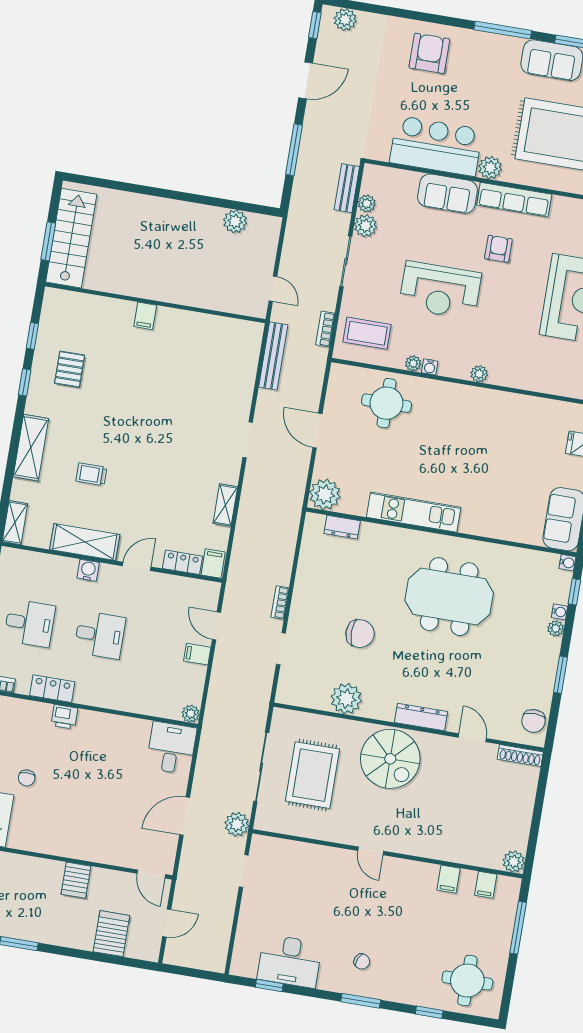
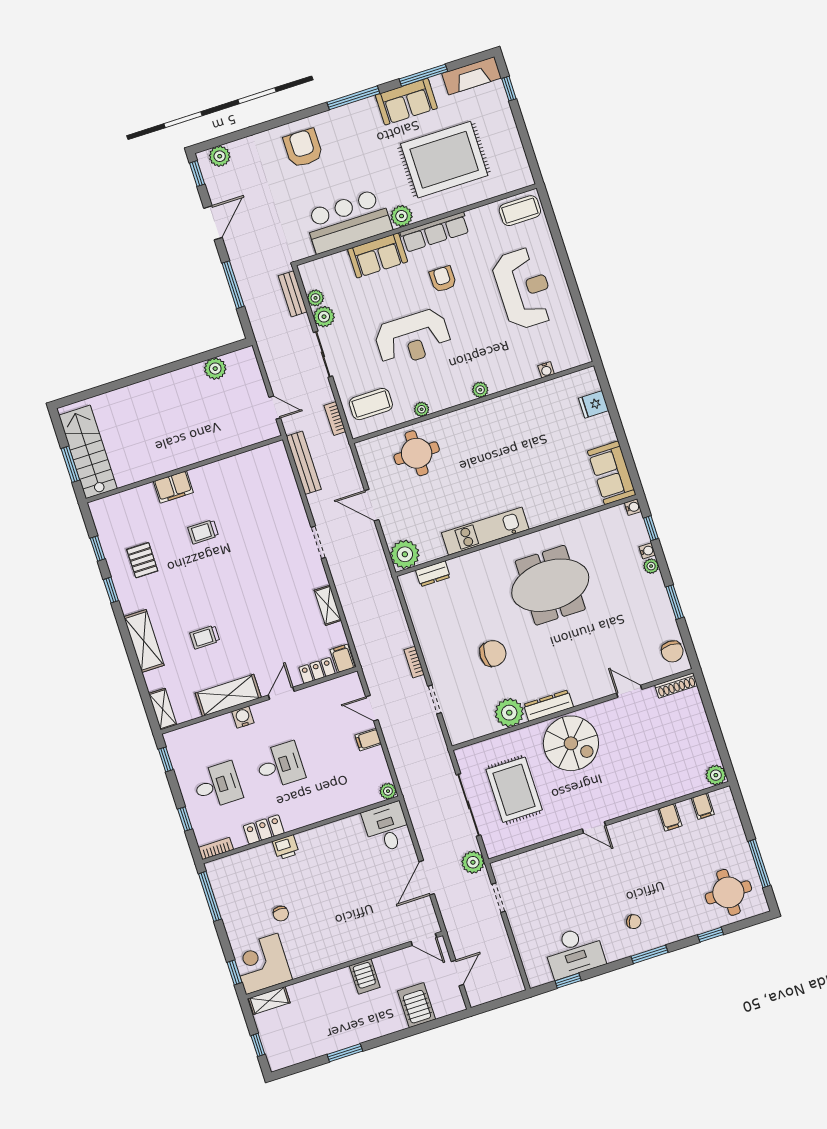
filing cabinet: (145, 316) -> (173, 487), width x2.00
water cooler: (430, 367) -> (546, 370), moved
trolley: (142, 372) -> (203, 532), added
dresser: (421, 717) -> (548, 706), moved
window: (518, 928) -> (759, 863), moved

